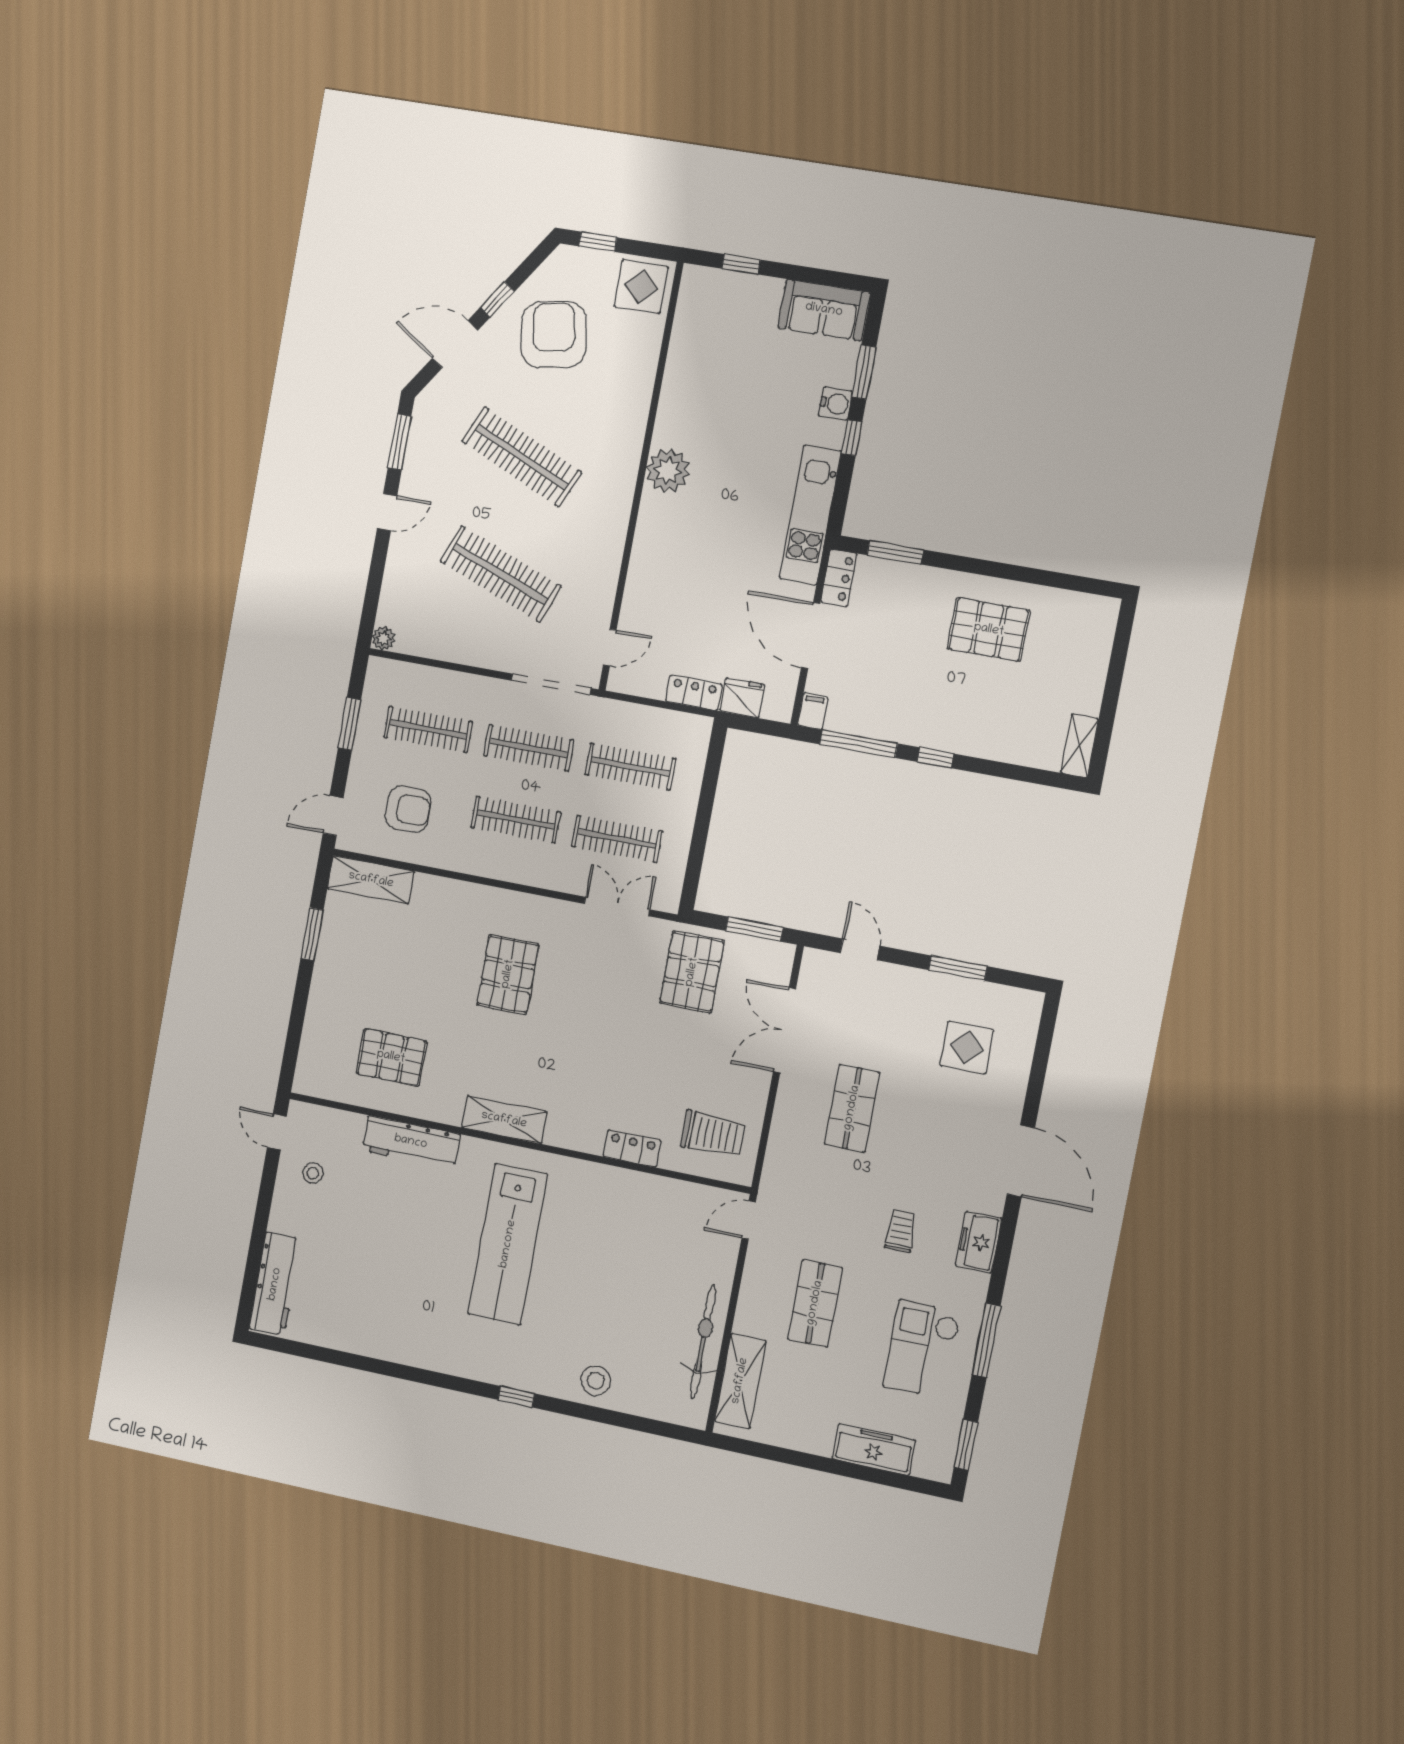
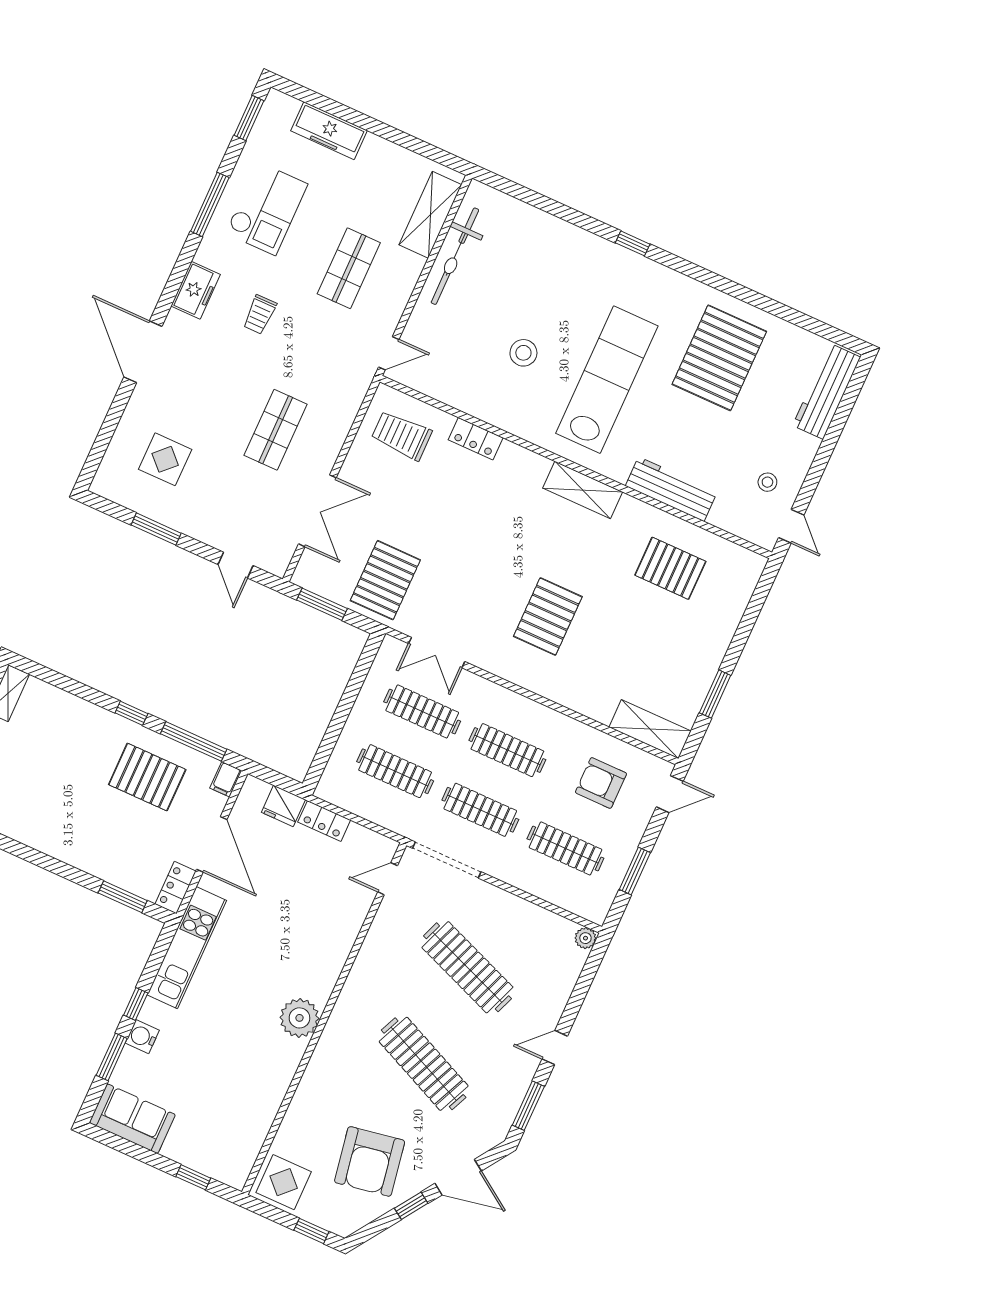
pallet: (989, 630) -> (147, 777), moved
pallet: (395, 1294) -> (719, 358), added
stool: (596, 1381) -> (523, 353), moved

